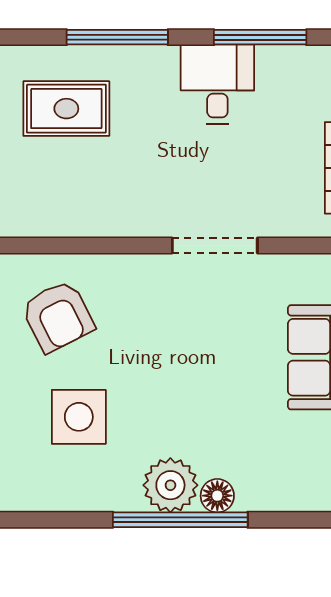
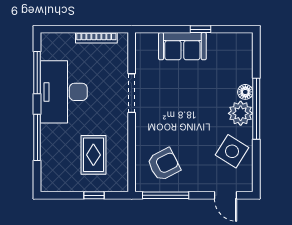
desk: (217, 84) -> (64, 92), width x1.87, depth x1.30
rug: (66, 109) -> (93, 155), moved
side table: (79, 417) -> (232, 151), moved, turned 32

